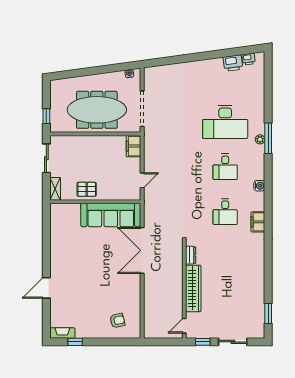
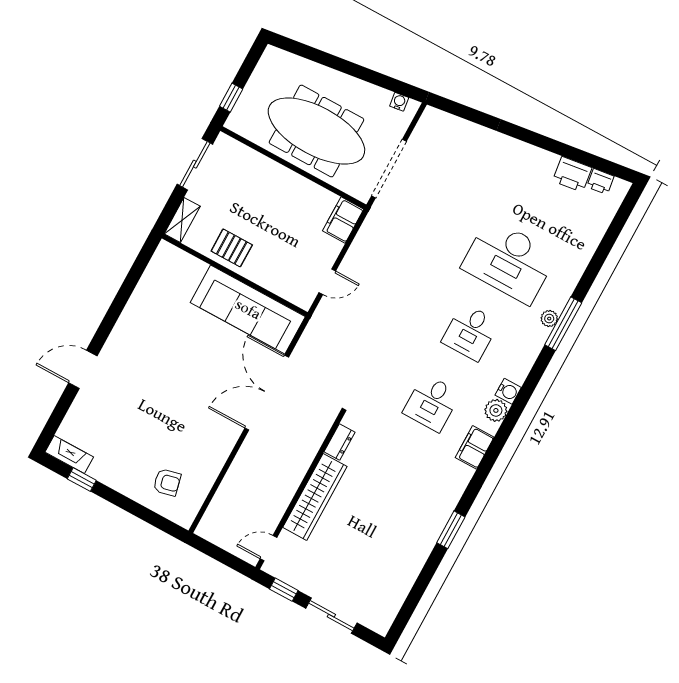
plant: (258, 198) -> (496, 410), added
window: (268, 313) -> (451, 530), moved

